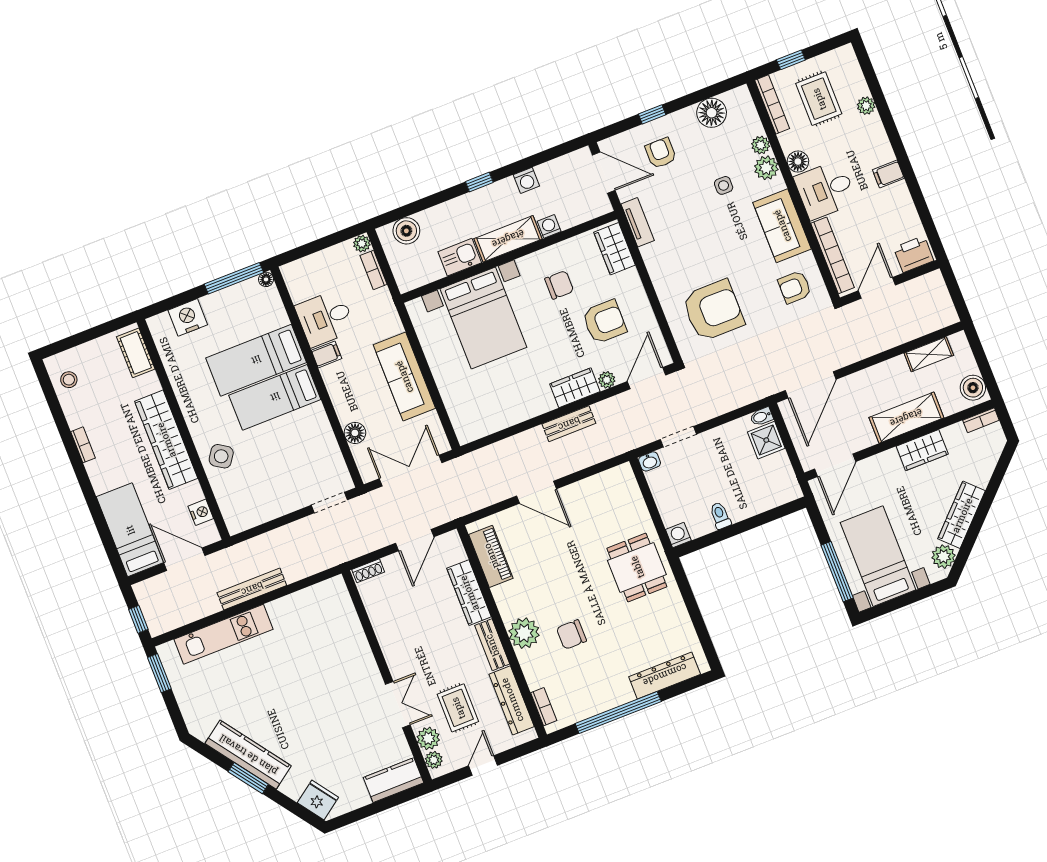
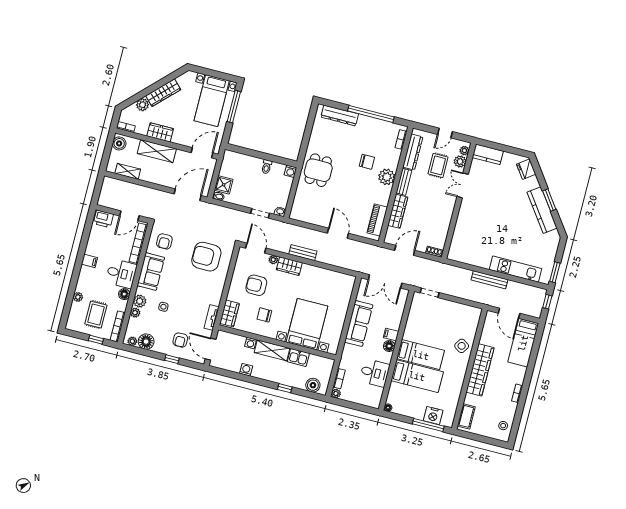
plant: (733, 98) -> (132, 341), added
window: (479, 182) -> (285, 388), moved
window: (234, 278) -> (428, 425), moved
armchair: (795, 287) -> (164, 241), turned 90
filing cabinet: (326, 354) -> (391, 335), moved
door: (647, 378) -> (256, 248), swing flipped
floor lamp: (355, 433) -> (389, 346), moved
nightstand: (201, 512) -> (488, 328), removed
plant: (943, 557) -> (143, 105), moved

